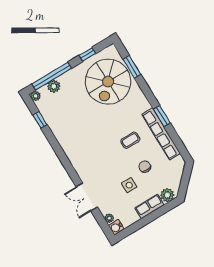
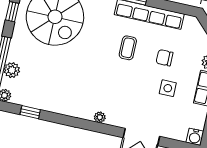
plant: (109, 218) -> (100, 117), moved

